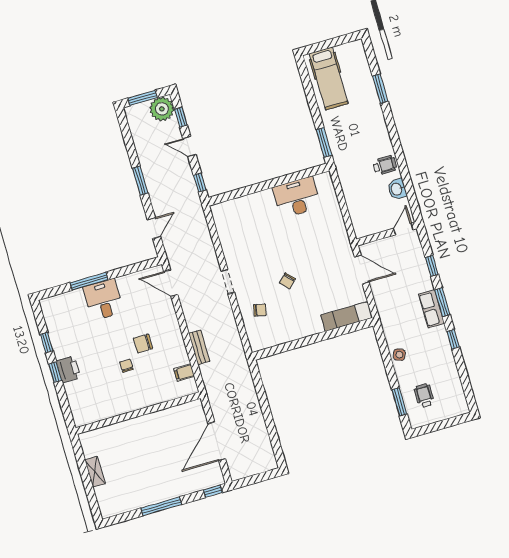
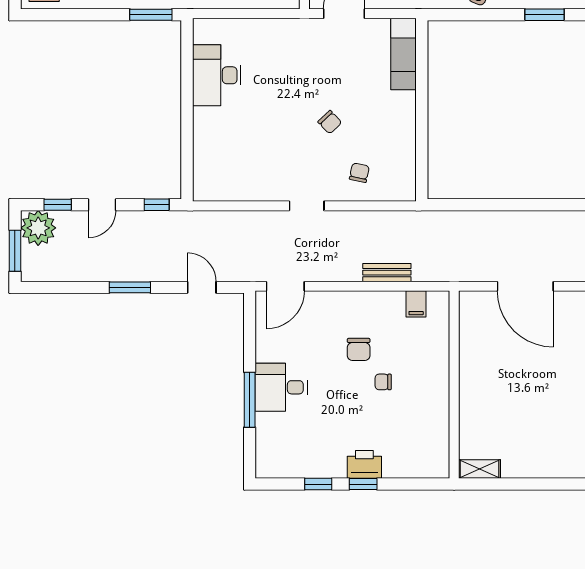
shelving: (95, 472) -> (479, 469), moved

